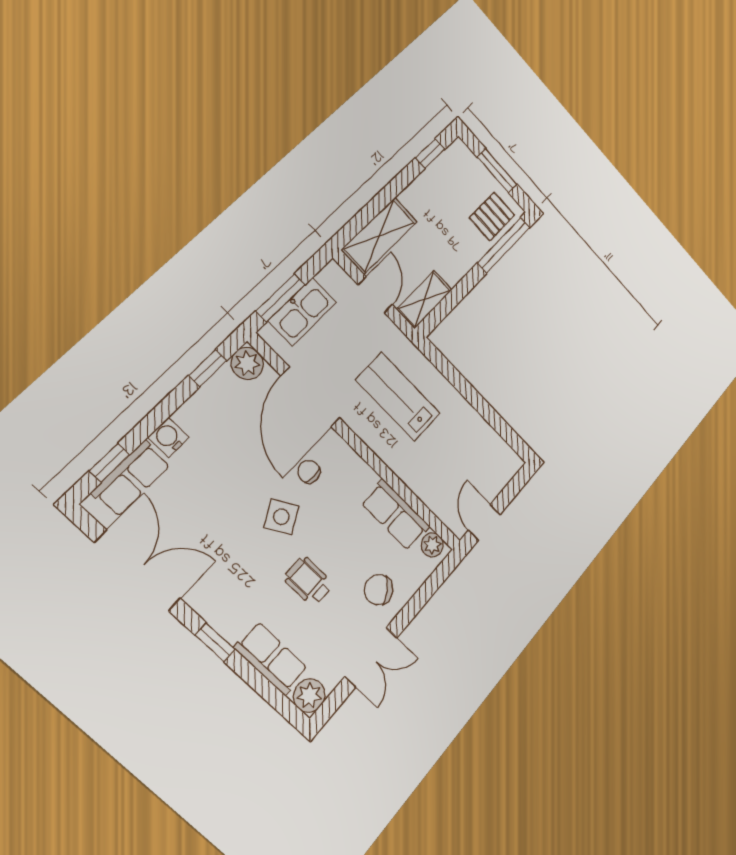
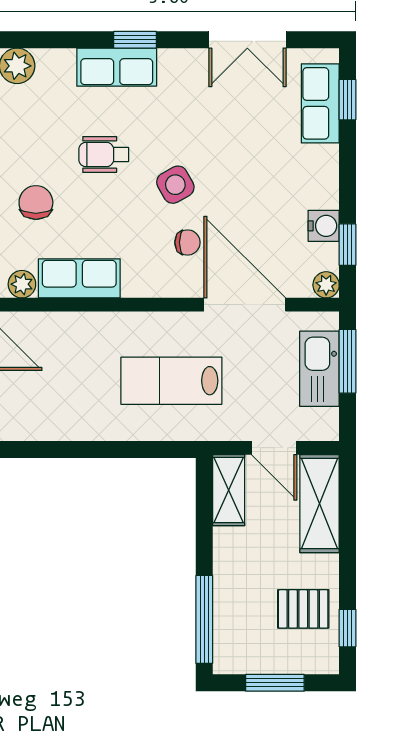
pallet: (492, 216) -> (303, 609), moved, turned 90
plant: (247, 363) -> (326, 285), width x0.73, depth x0.73
lab bench: (398, 397) -> (171, 381), turned 180
water cooler: (168, 437) -> (324, 226), moved
double door: (138, 571) -> (247, 40), width x0.73
wheelchair: (308, 581) -> (104, 154), turned 180
chair: (379, 590) -> (36, 203), turned -54
row of seats: (271, 658) -> (117, 67), moved

